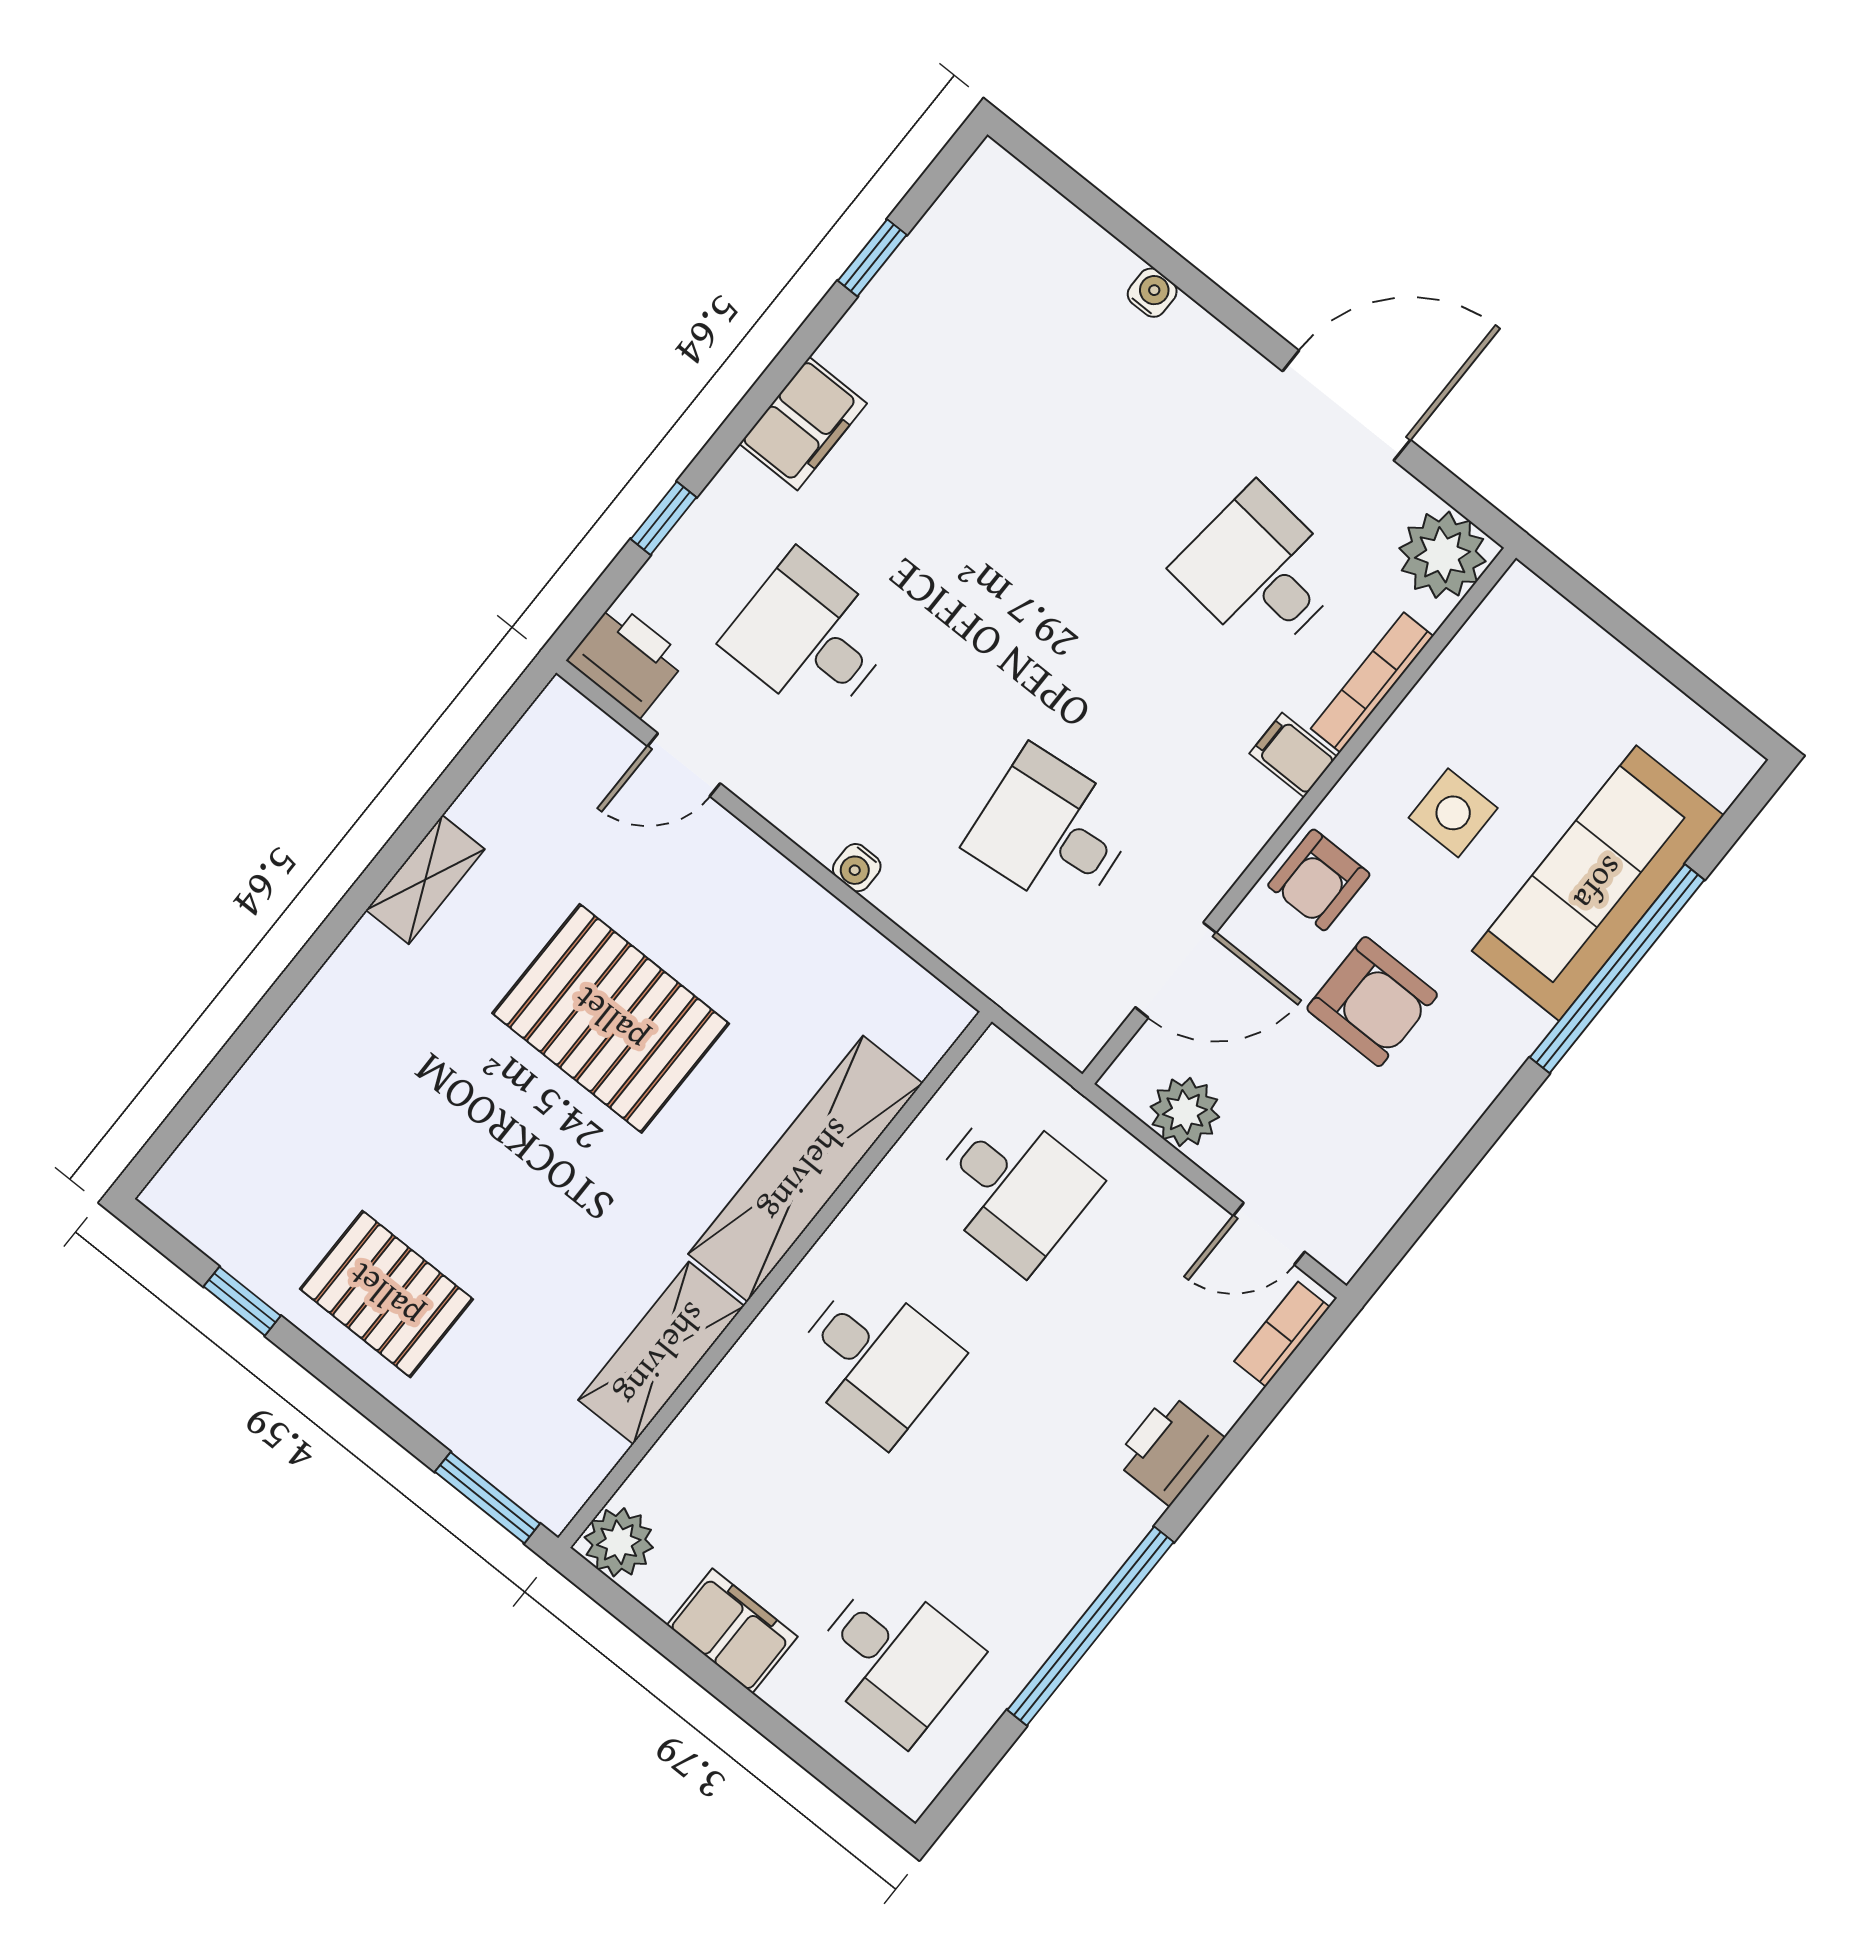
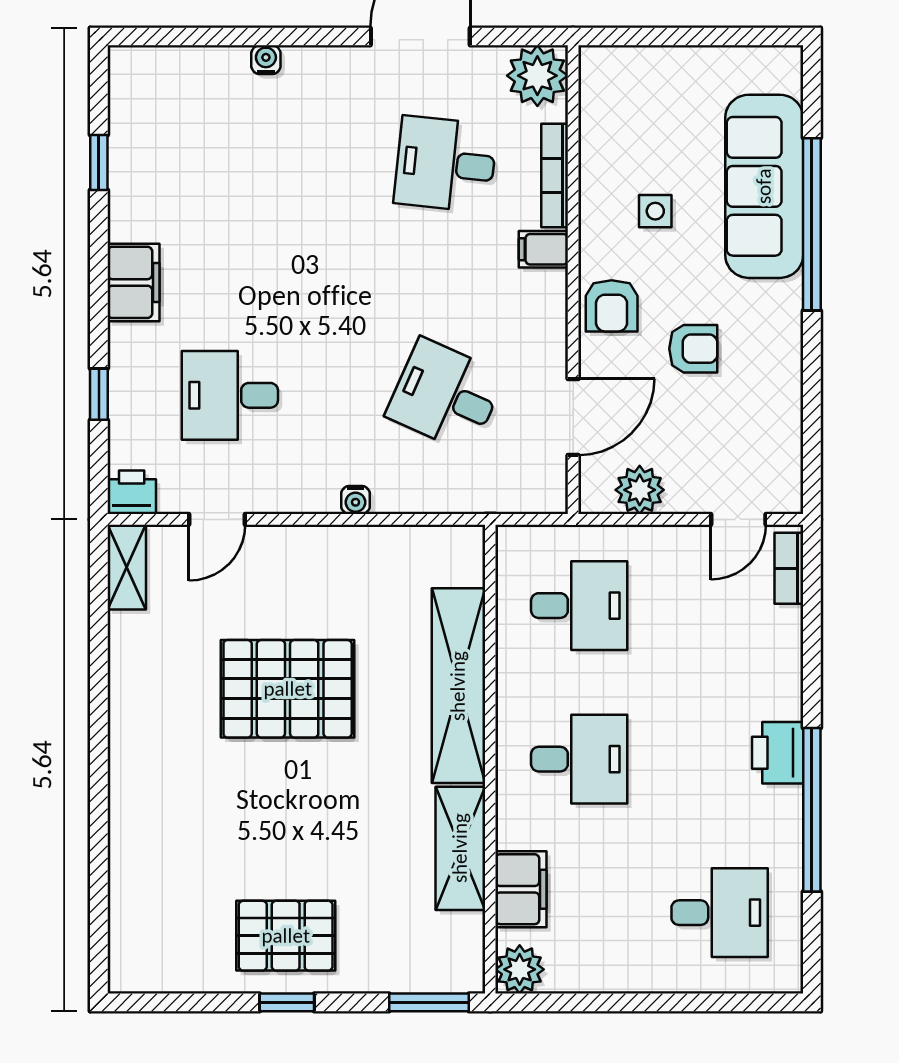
printer: (627, 660) -> (132, 492), width x0.73, depth x0.81
side table: (1453, 813) -> (655, 211), width x0.73, depth x0.73
desk: (1052, 831) -> (446, 395), turned 30
shelving: (425, 880) -> (127, 567), moved
armchair: (1372, 1002) -> (693, 349), width x0.72, depth x0.72
window: (242, 1301) -> (287, 1002), moved
printer: (1169, 1449) -> (778, 753), moved
filing cabinet: (732, 1631) -> (521, 889), moved, turned 90

